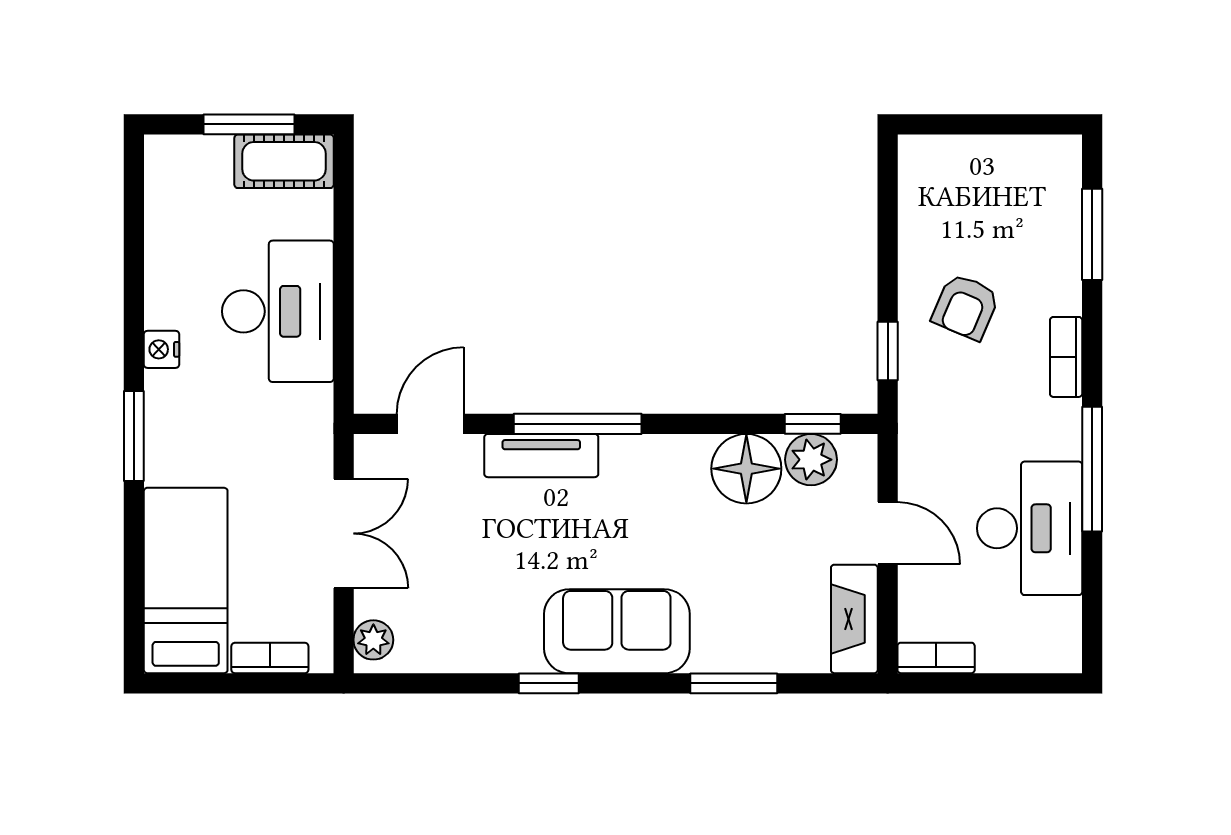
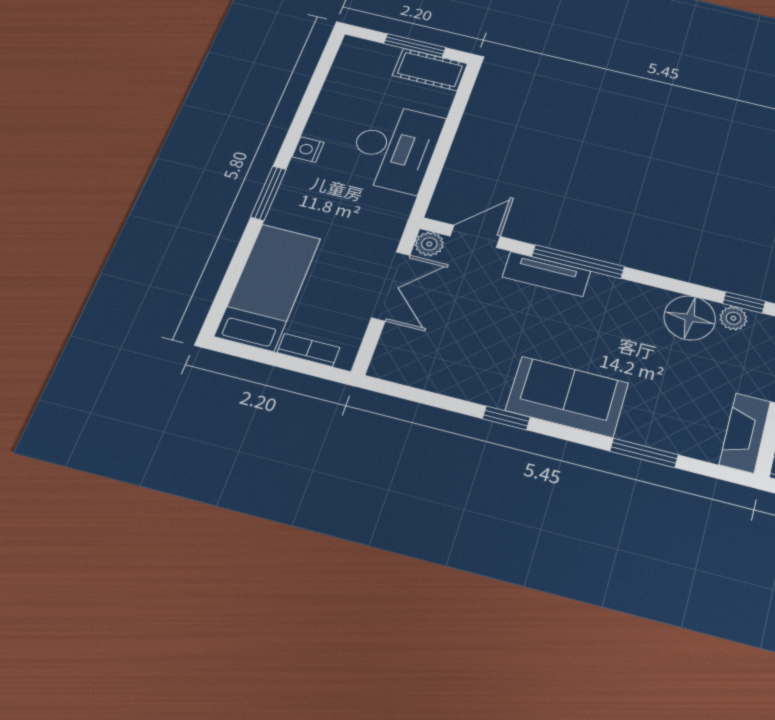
plant: (811, 460) -> (733, 318), width x0.73, depth x0.73
plant: (373, 640) -> (429, 244), moved

